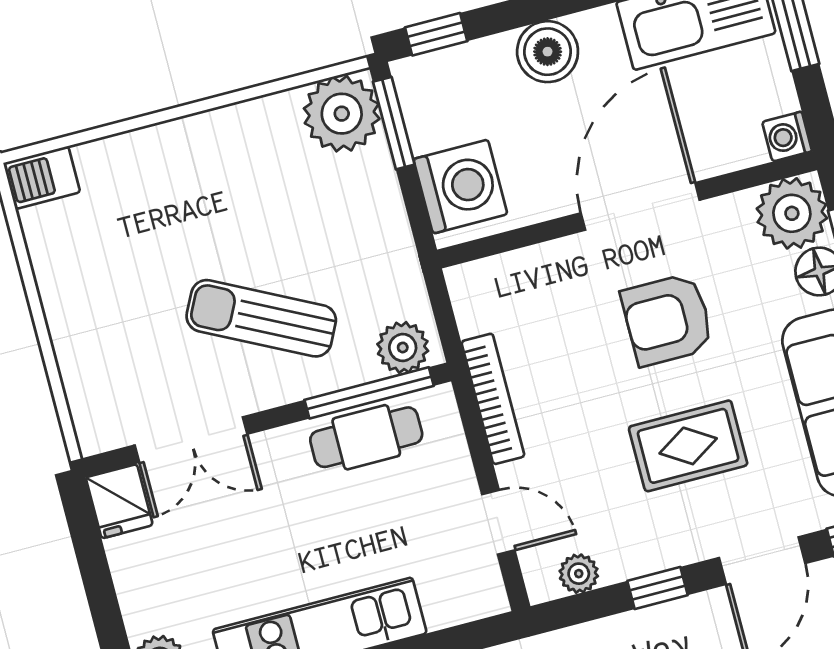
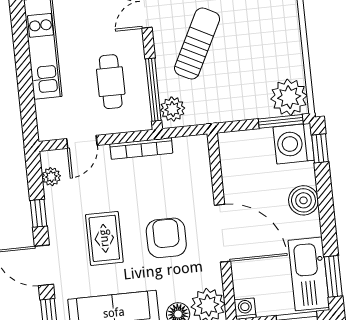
washing machine: (460, 187) -> (294, 144), moved, turned 90
cafe table: (366, 437) -> (111, 82), moved

